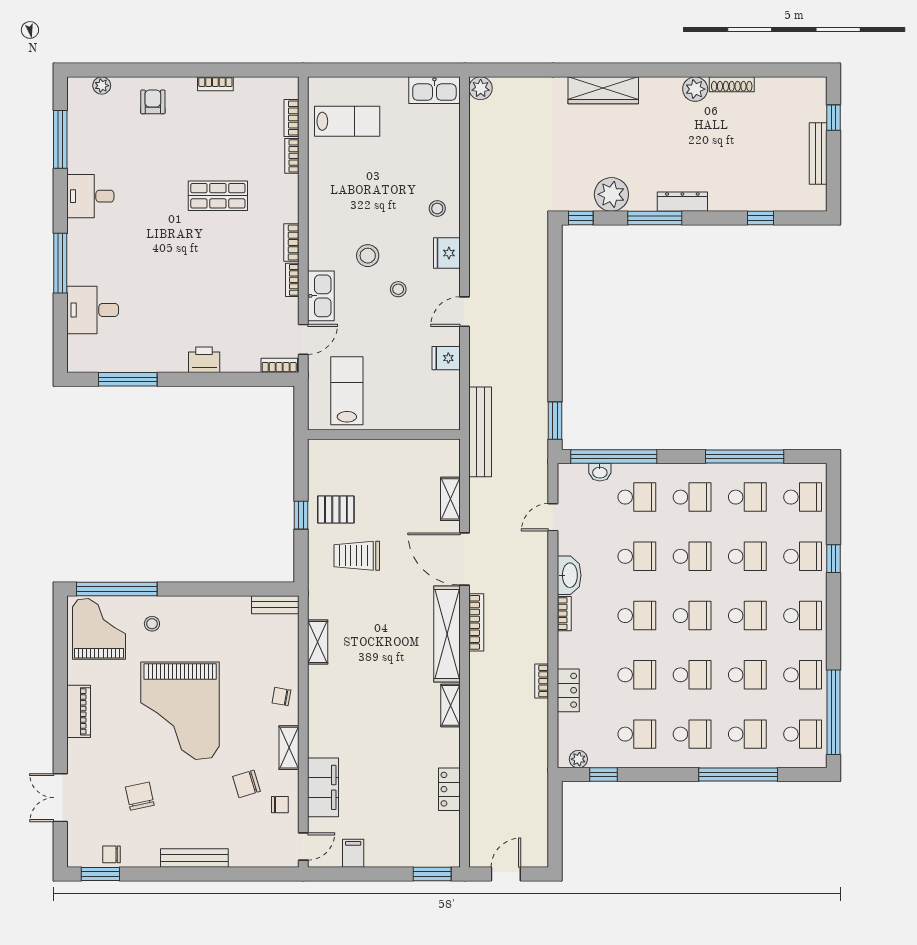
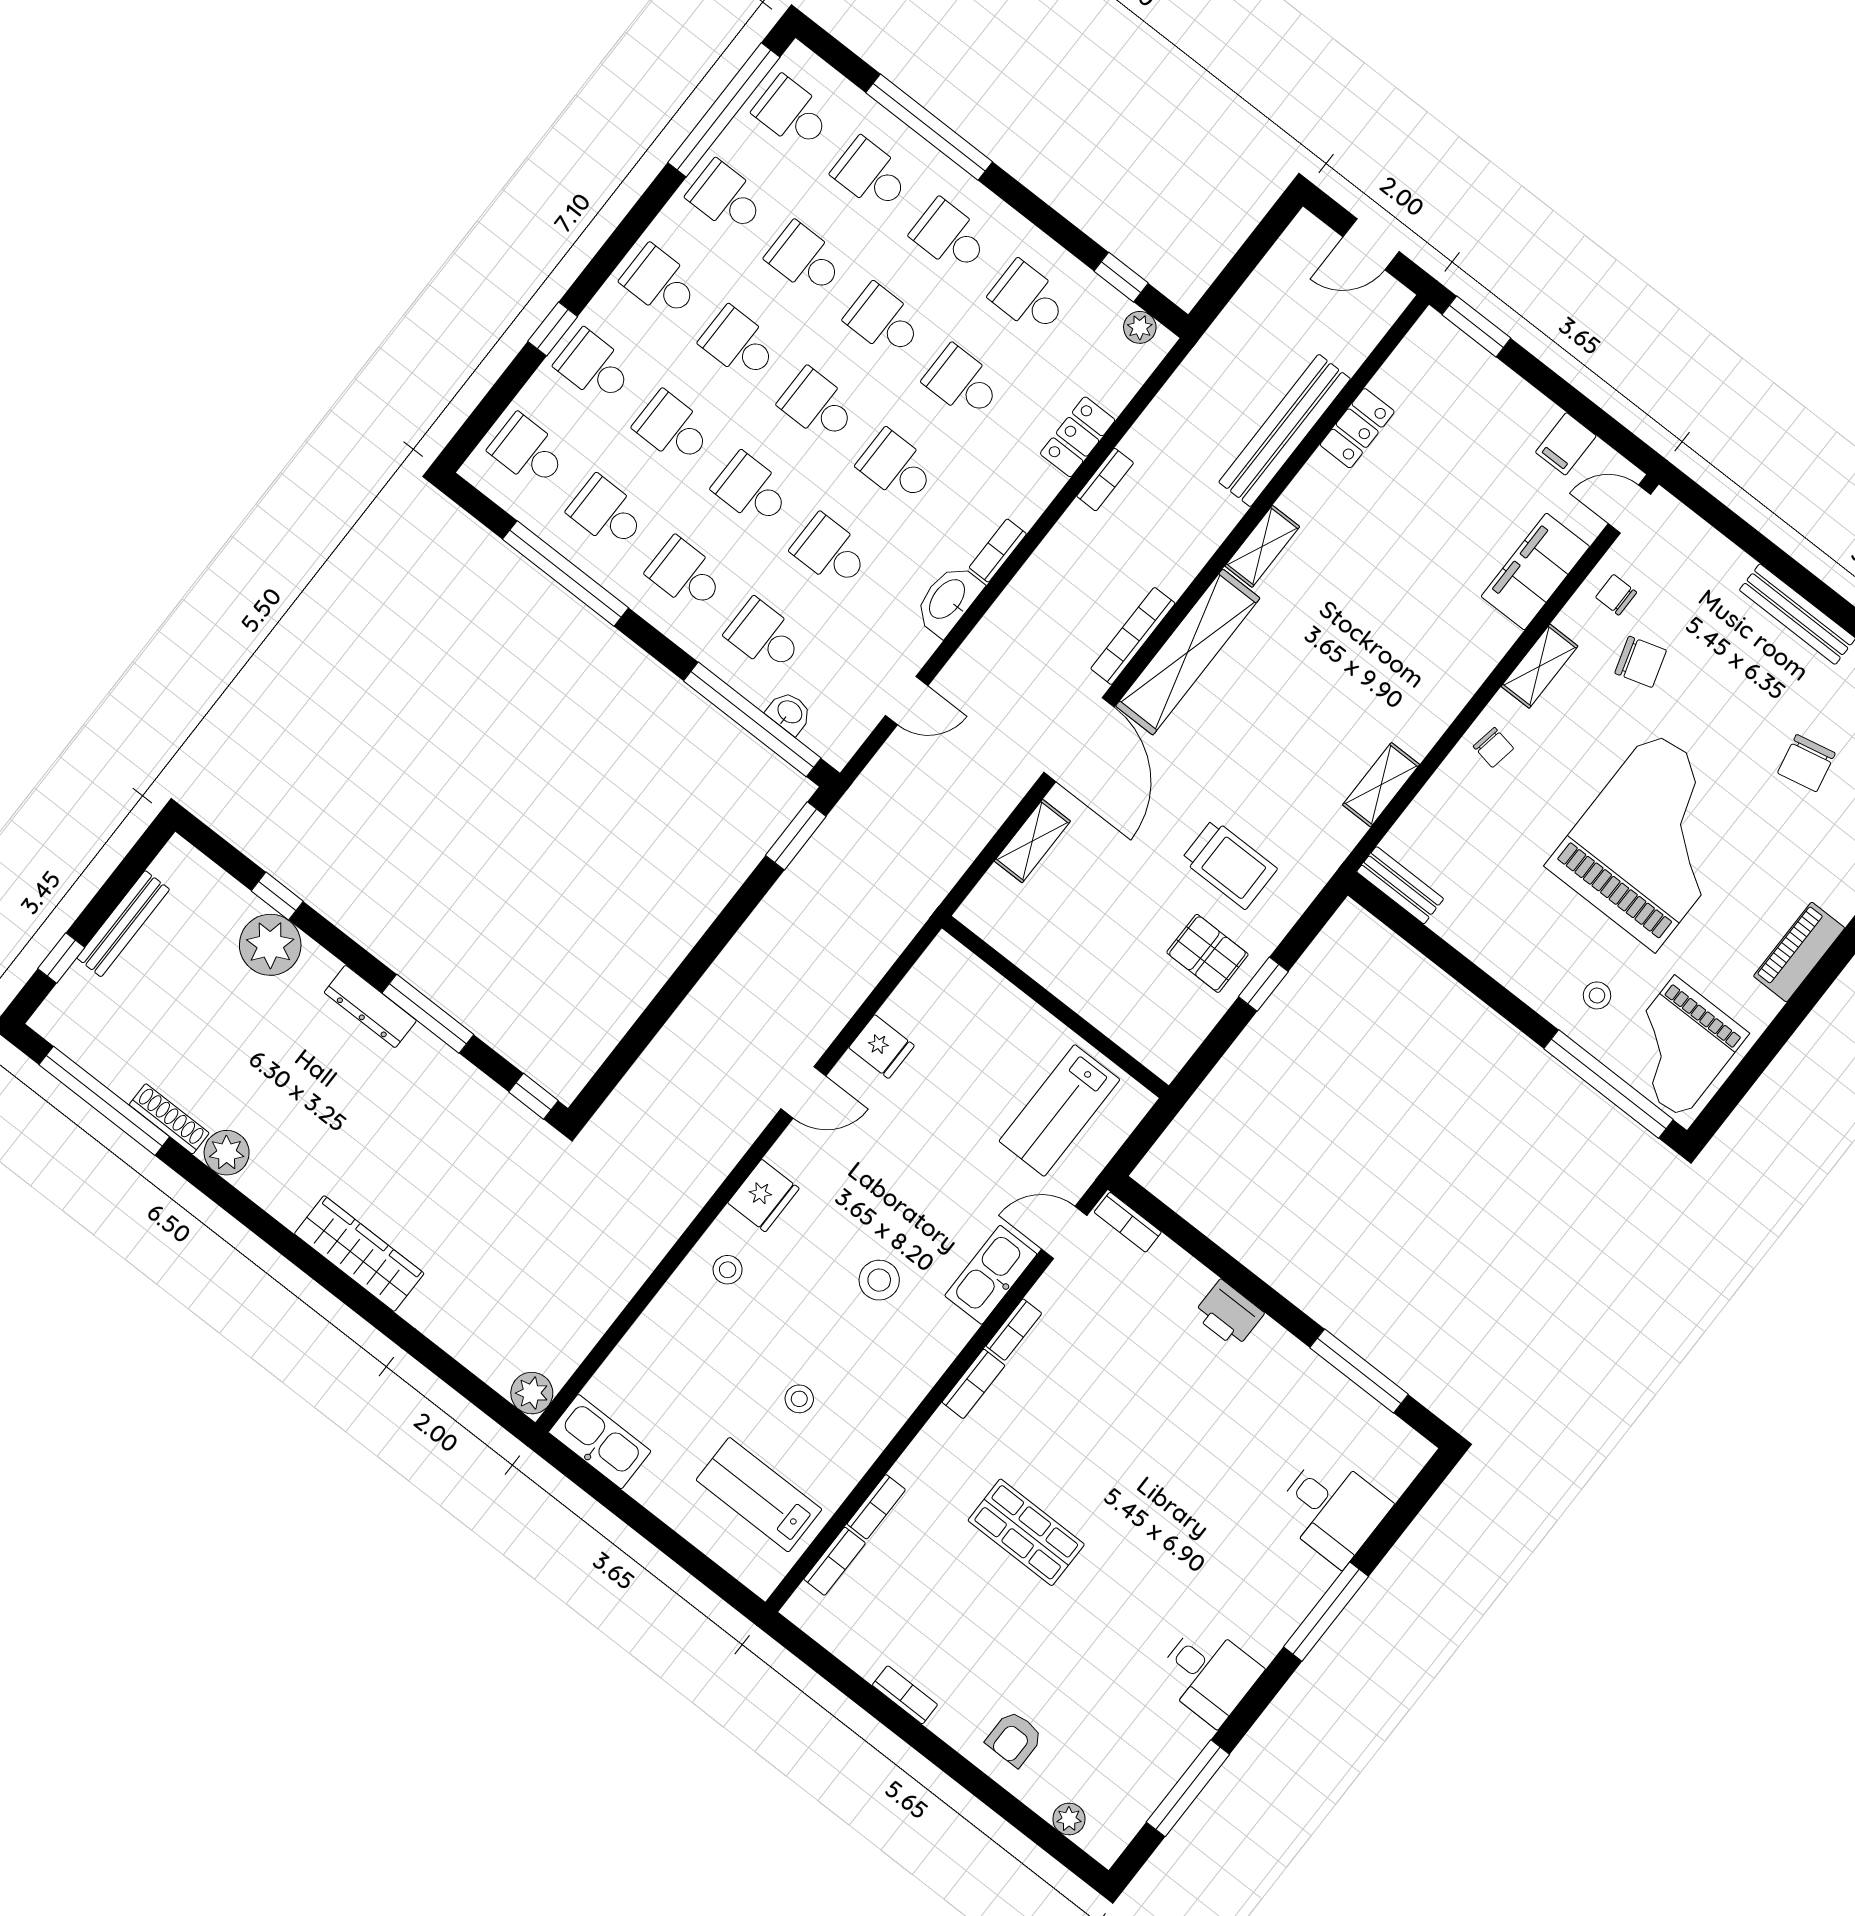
window: (766, 70) -> (104, 1101), added
plant: (611, 194) -> (270, 945), moved
stool: (398, 289) -> (799, 1399), moved
bench: (480, 432) -> (1285, 431), moved

